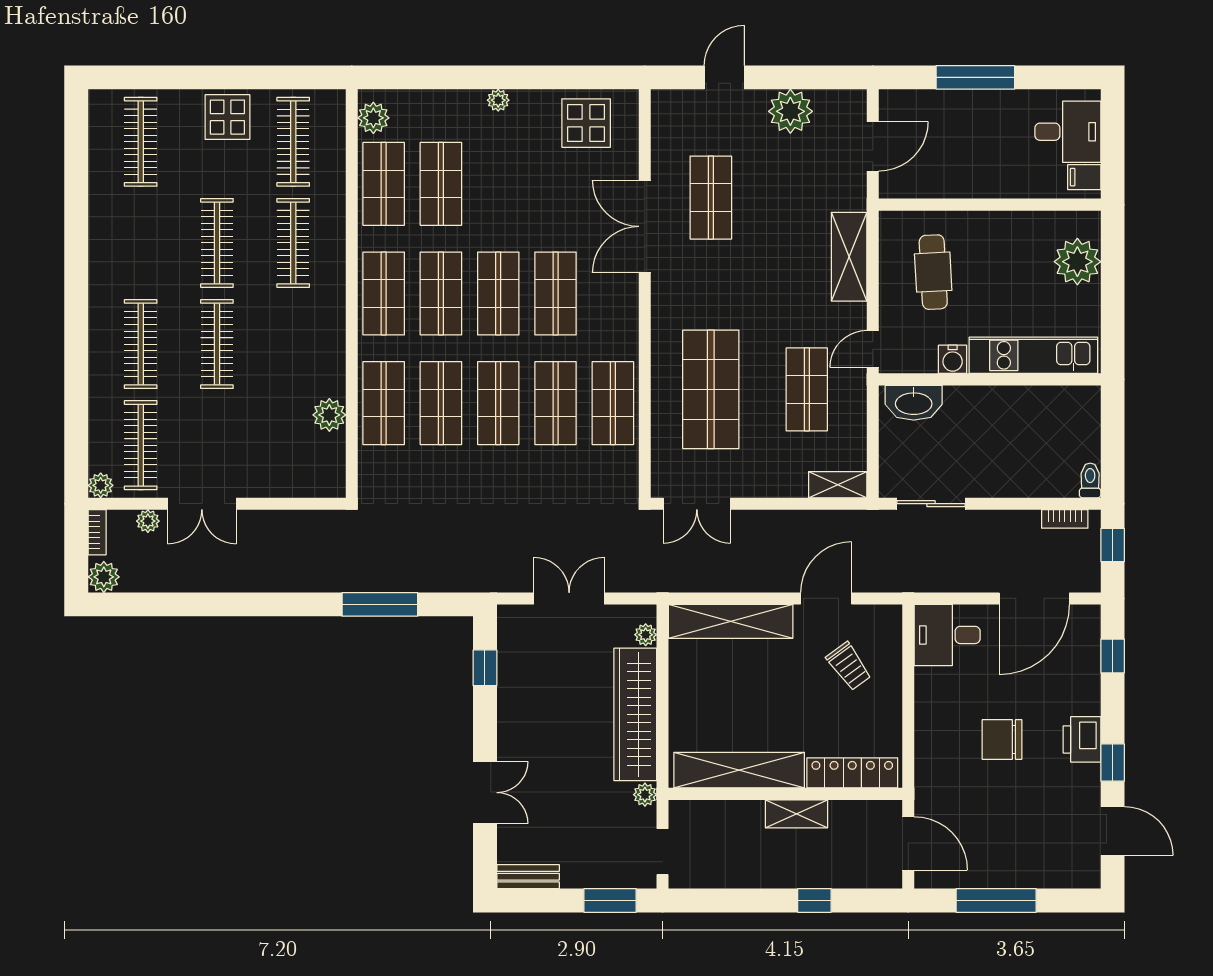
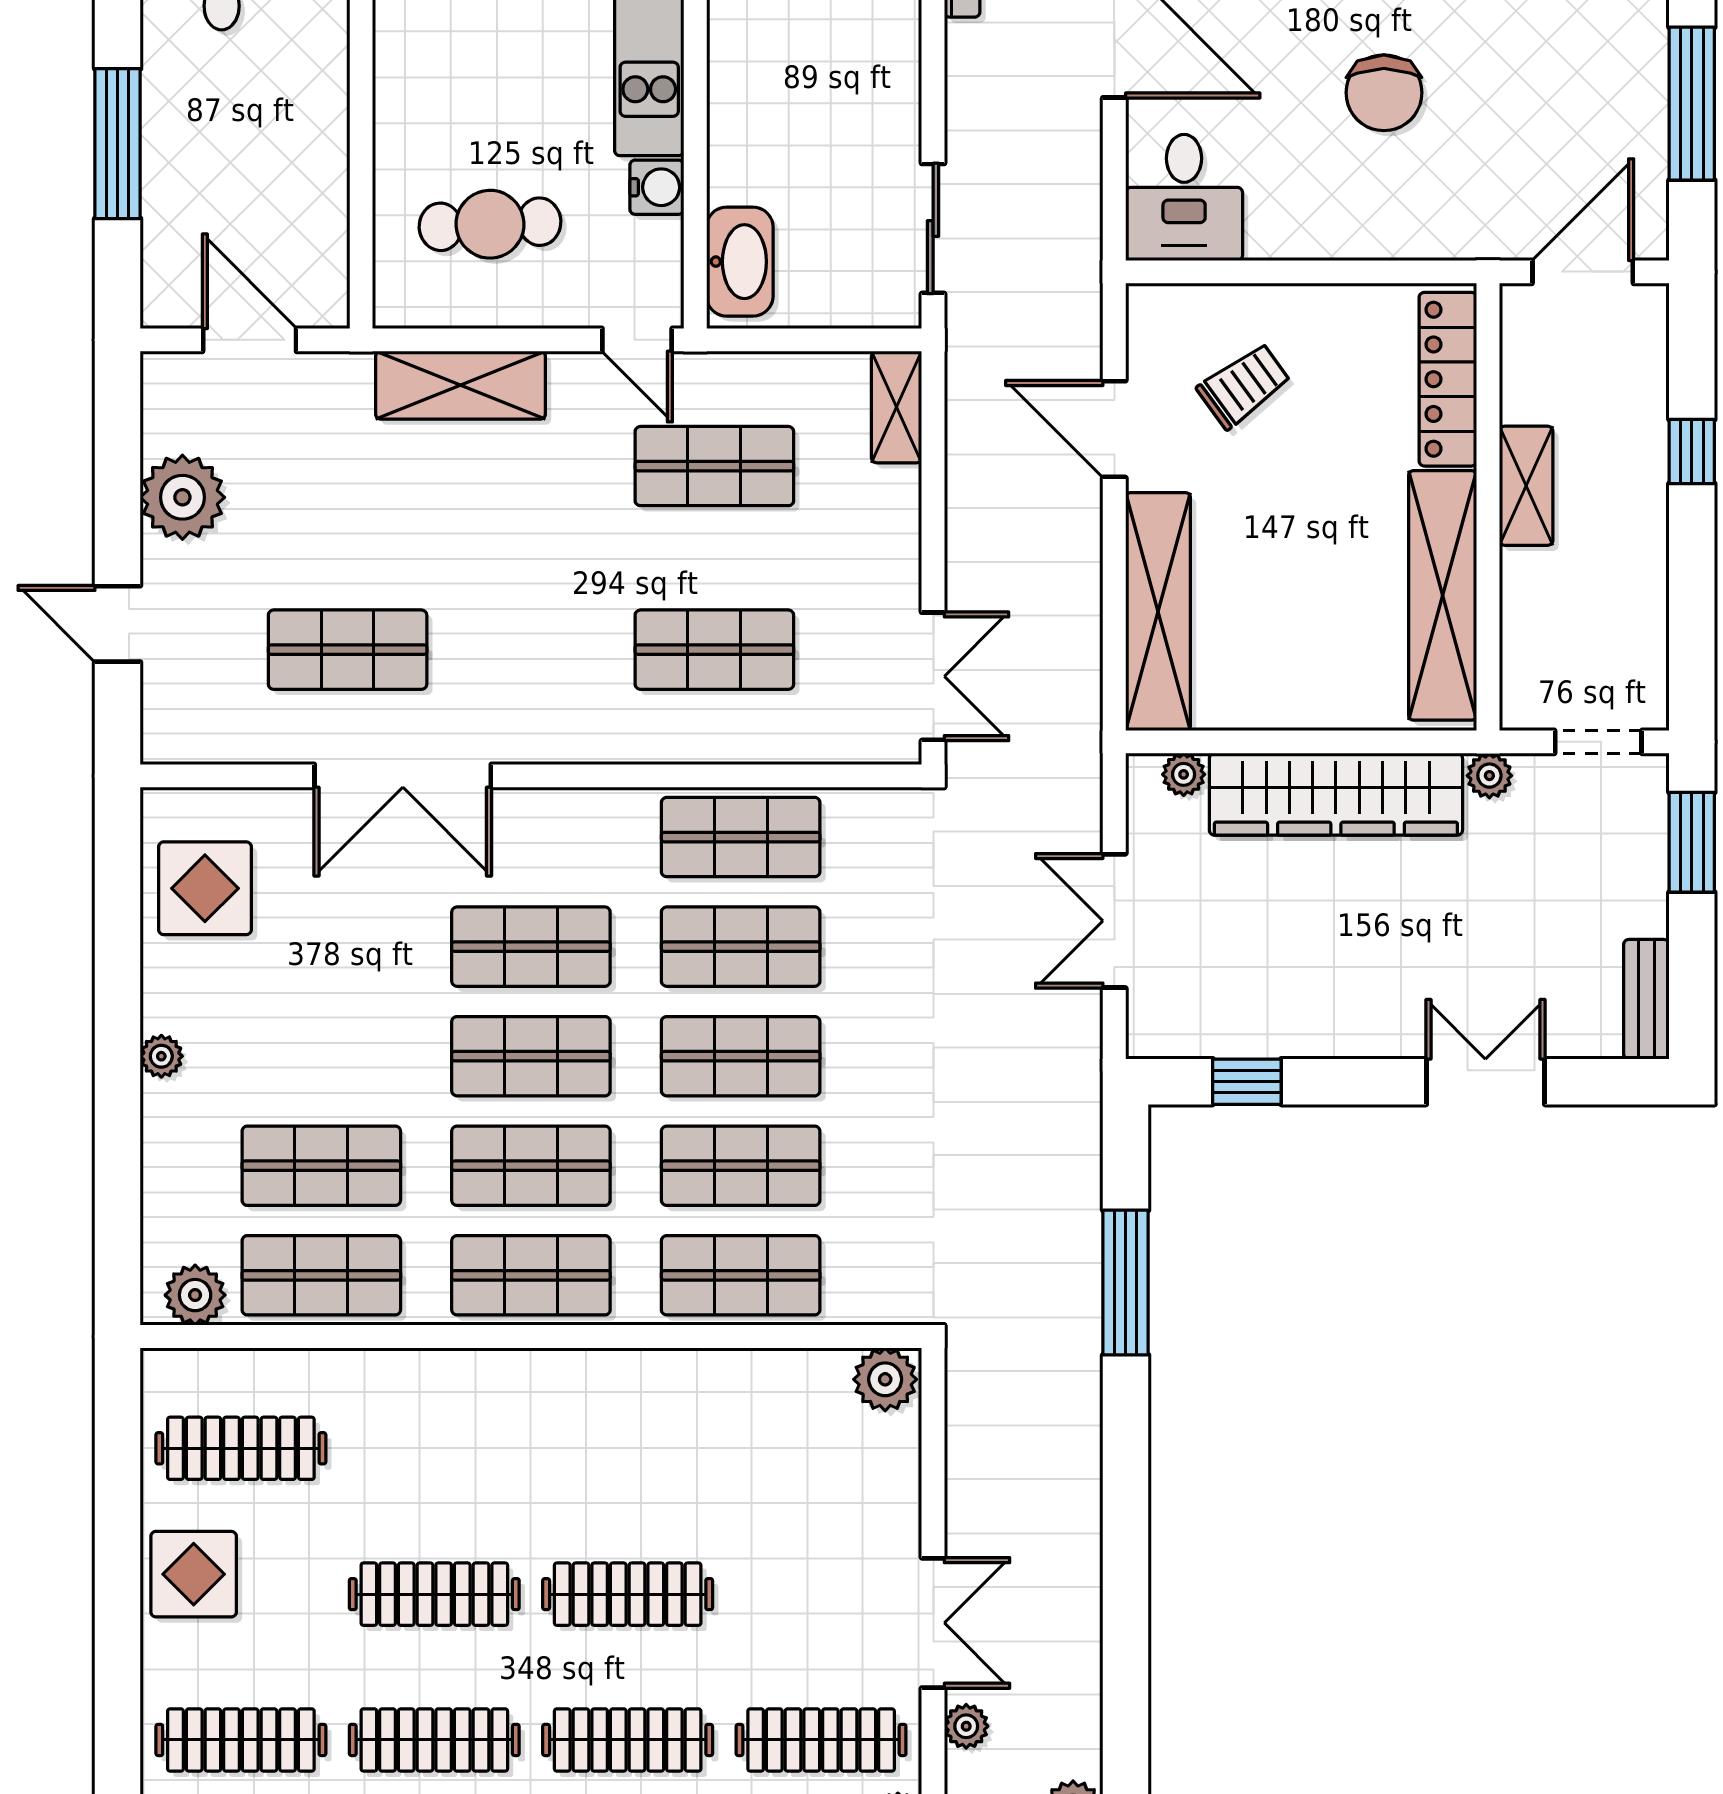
clothes rail: (293, 243) -> (434, 1740), moved
shop shelf: (711, 389) -> (714, 650), width x0.70, depth x0.74
plant: (329, 415) -> (885, 1379), moved

